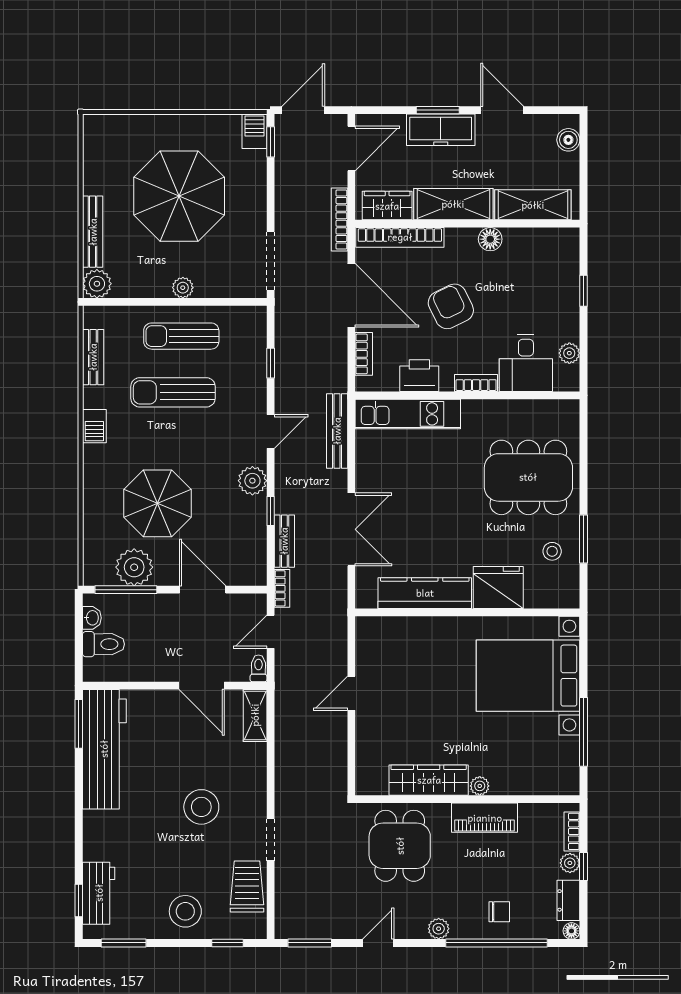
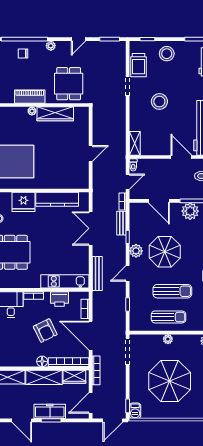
floor lamp: (490, 239) -> (42, 361), moved
parasol: (158, 503) -> (165, 252), moved
door: (202, 686) -> (181, 157), moved

